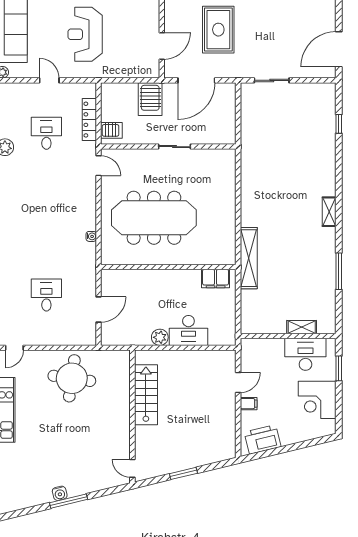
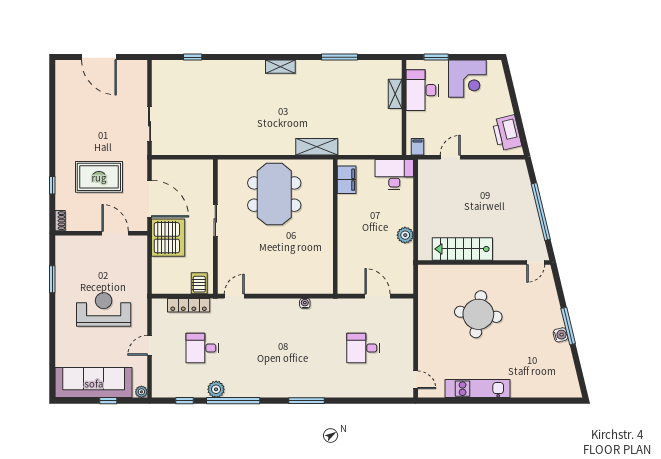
reception desk: (85, 34) -> (104, 309), turned 180
door: (339, 49) -> (99, 57), moved
server rack: (150, 99) -> (168, 238), width x1.60
meeting table: (154, 218) -> (274, 194), moved, width x0.73
shelving: (249, 258) -> (317, 147), width x0.68
desk: (188, 330) -> (394, 174), moved, turned -90
round table: (72, 378) -> (478, 314), moved
door: (238, 383) -> (450, 157), hinge flipped
filing cabinet: (249, 404) -> (418, 147), moved
window: (183, 473) -> (541, 212), width x2.11

